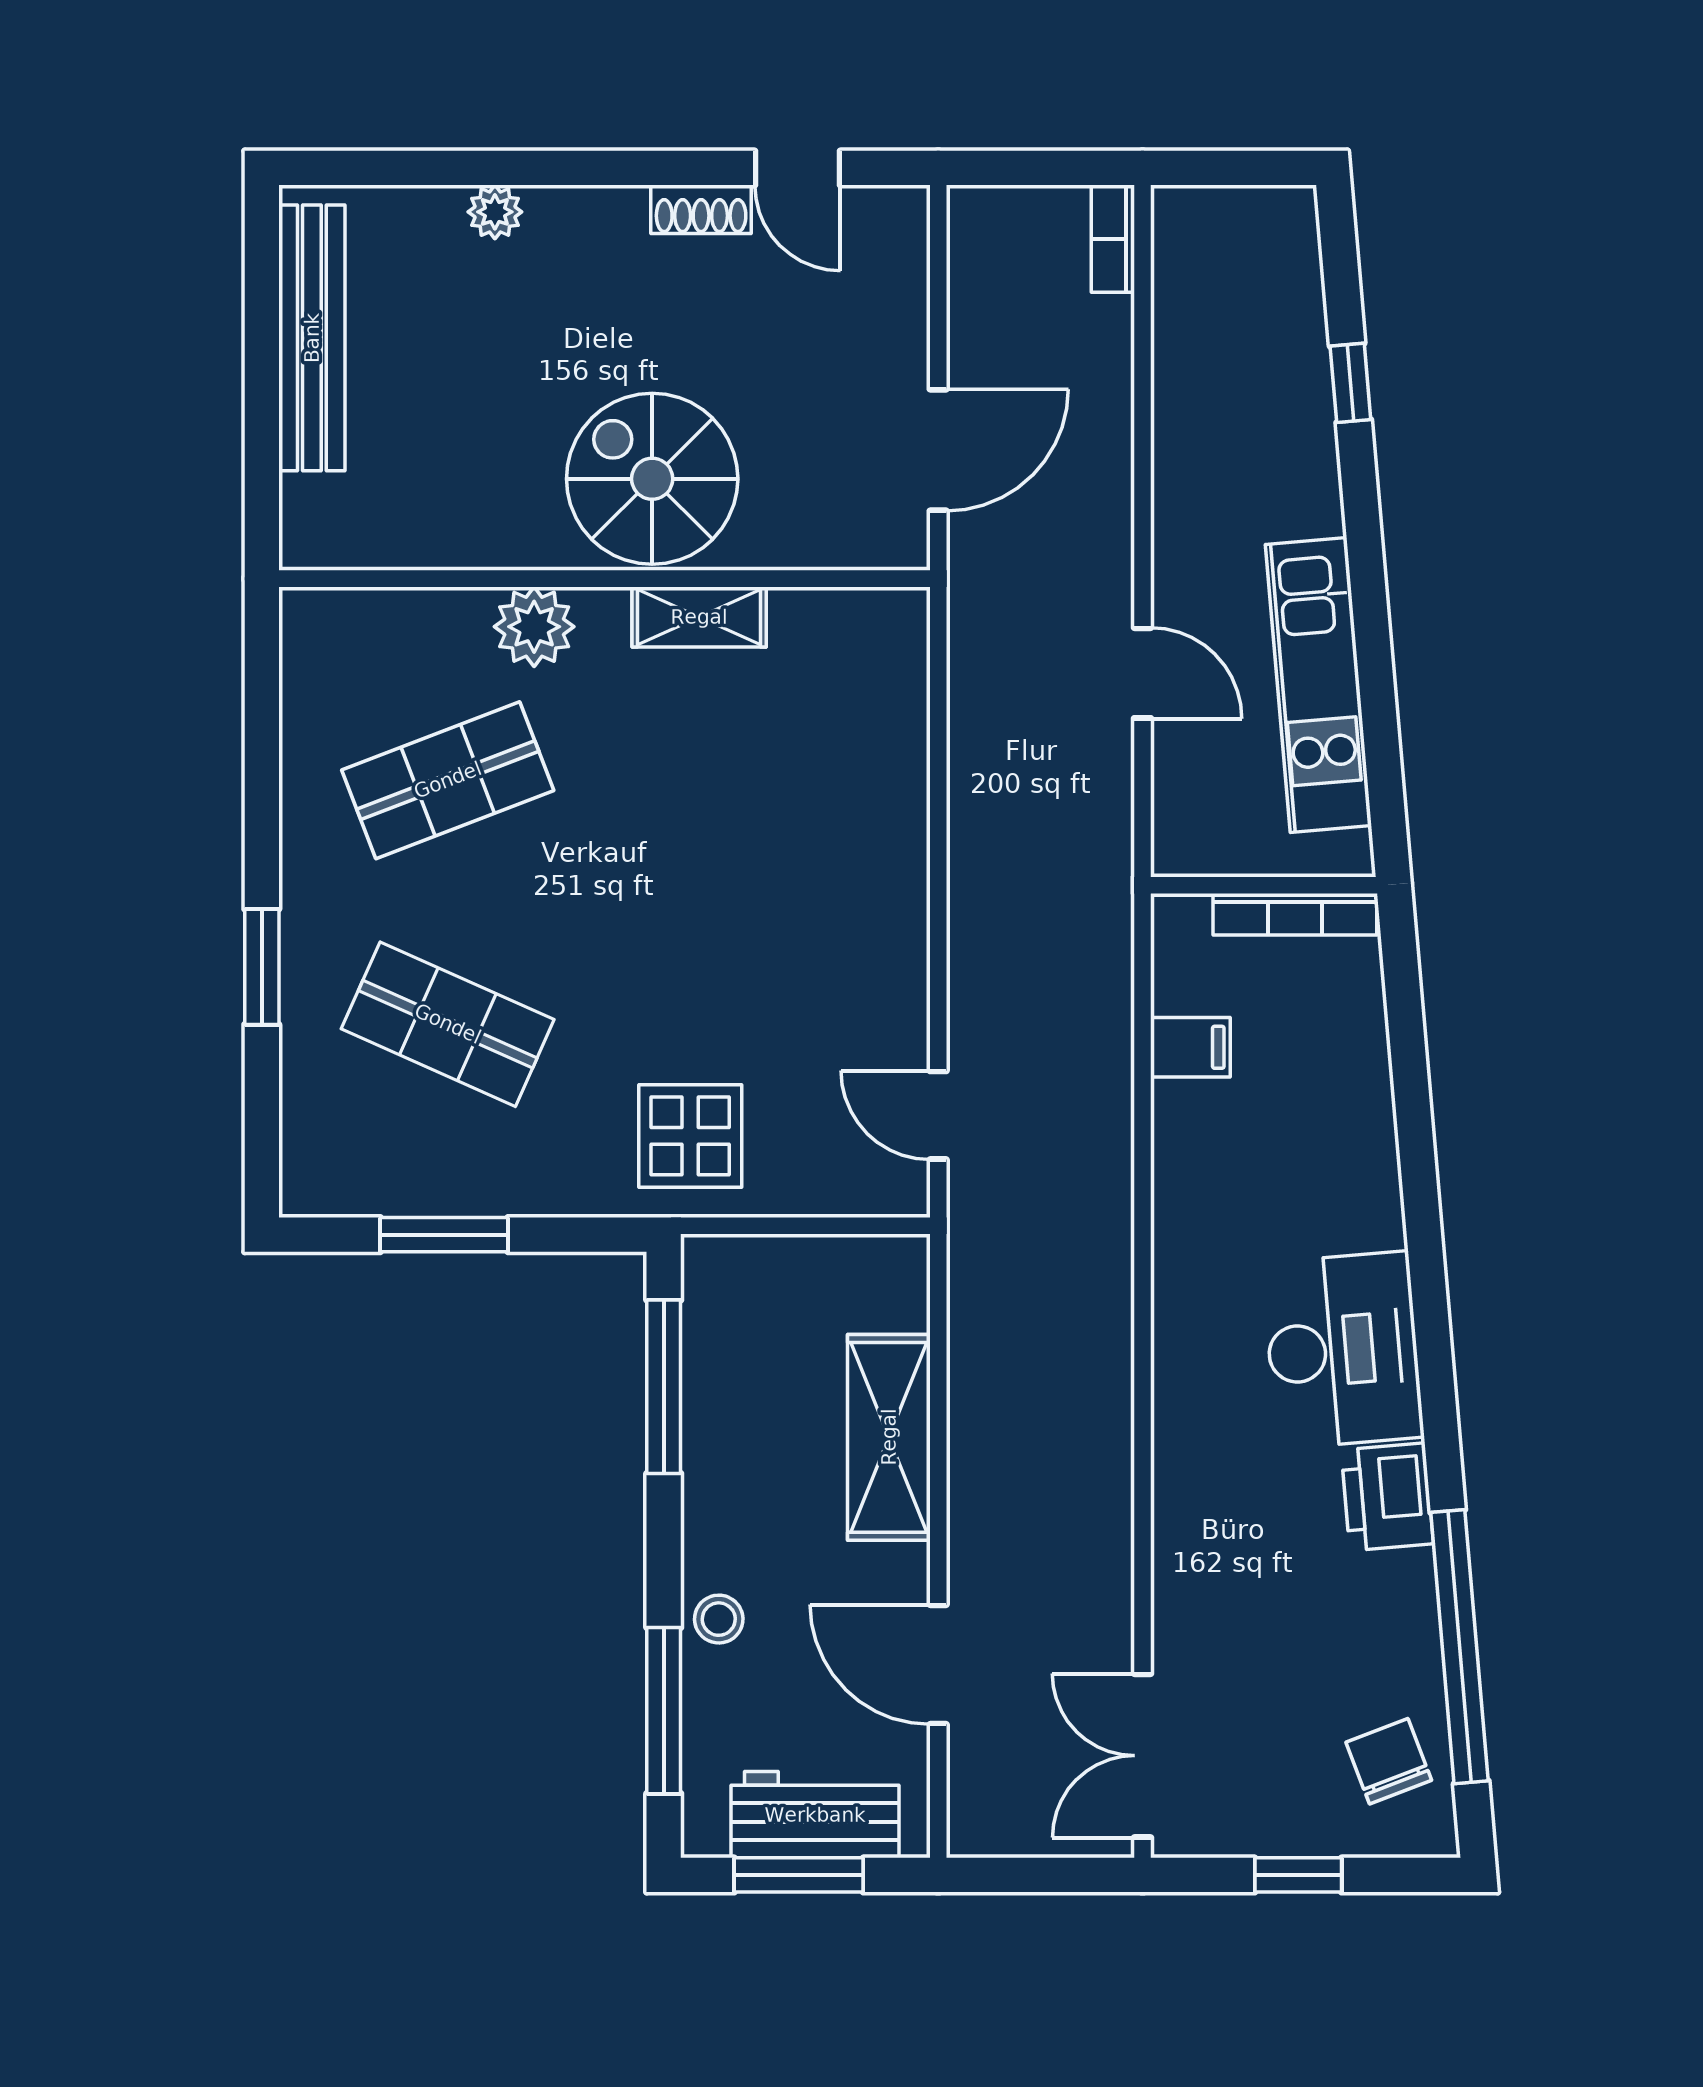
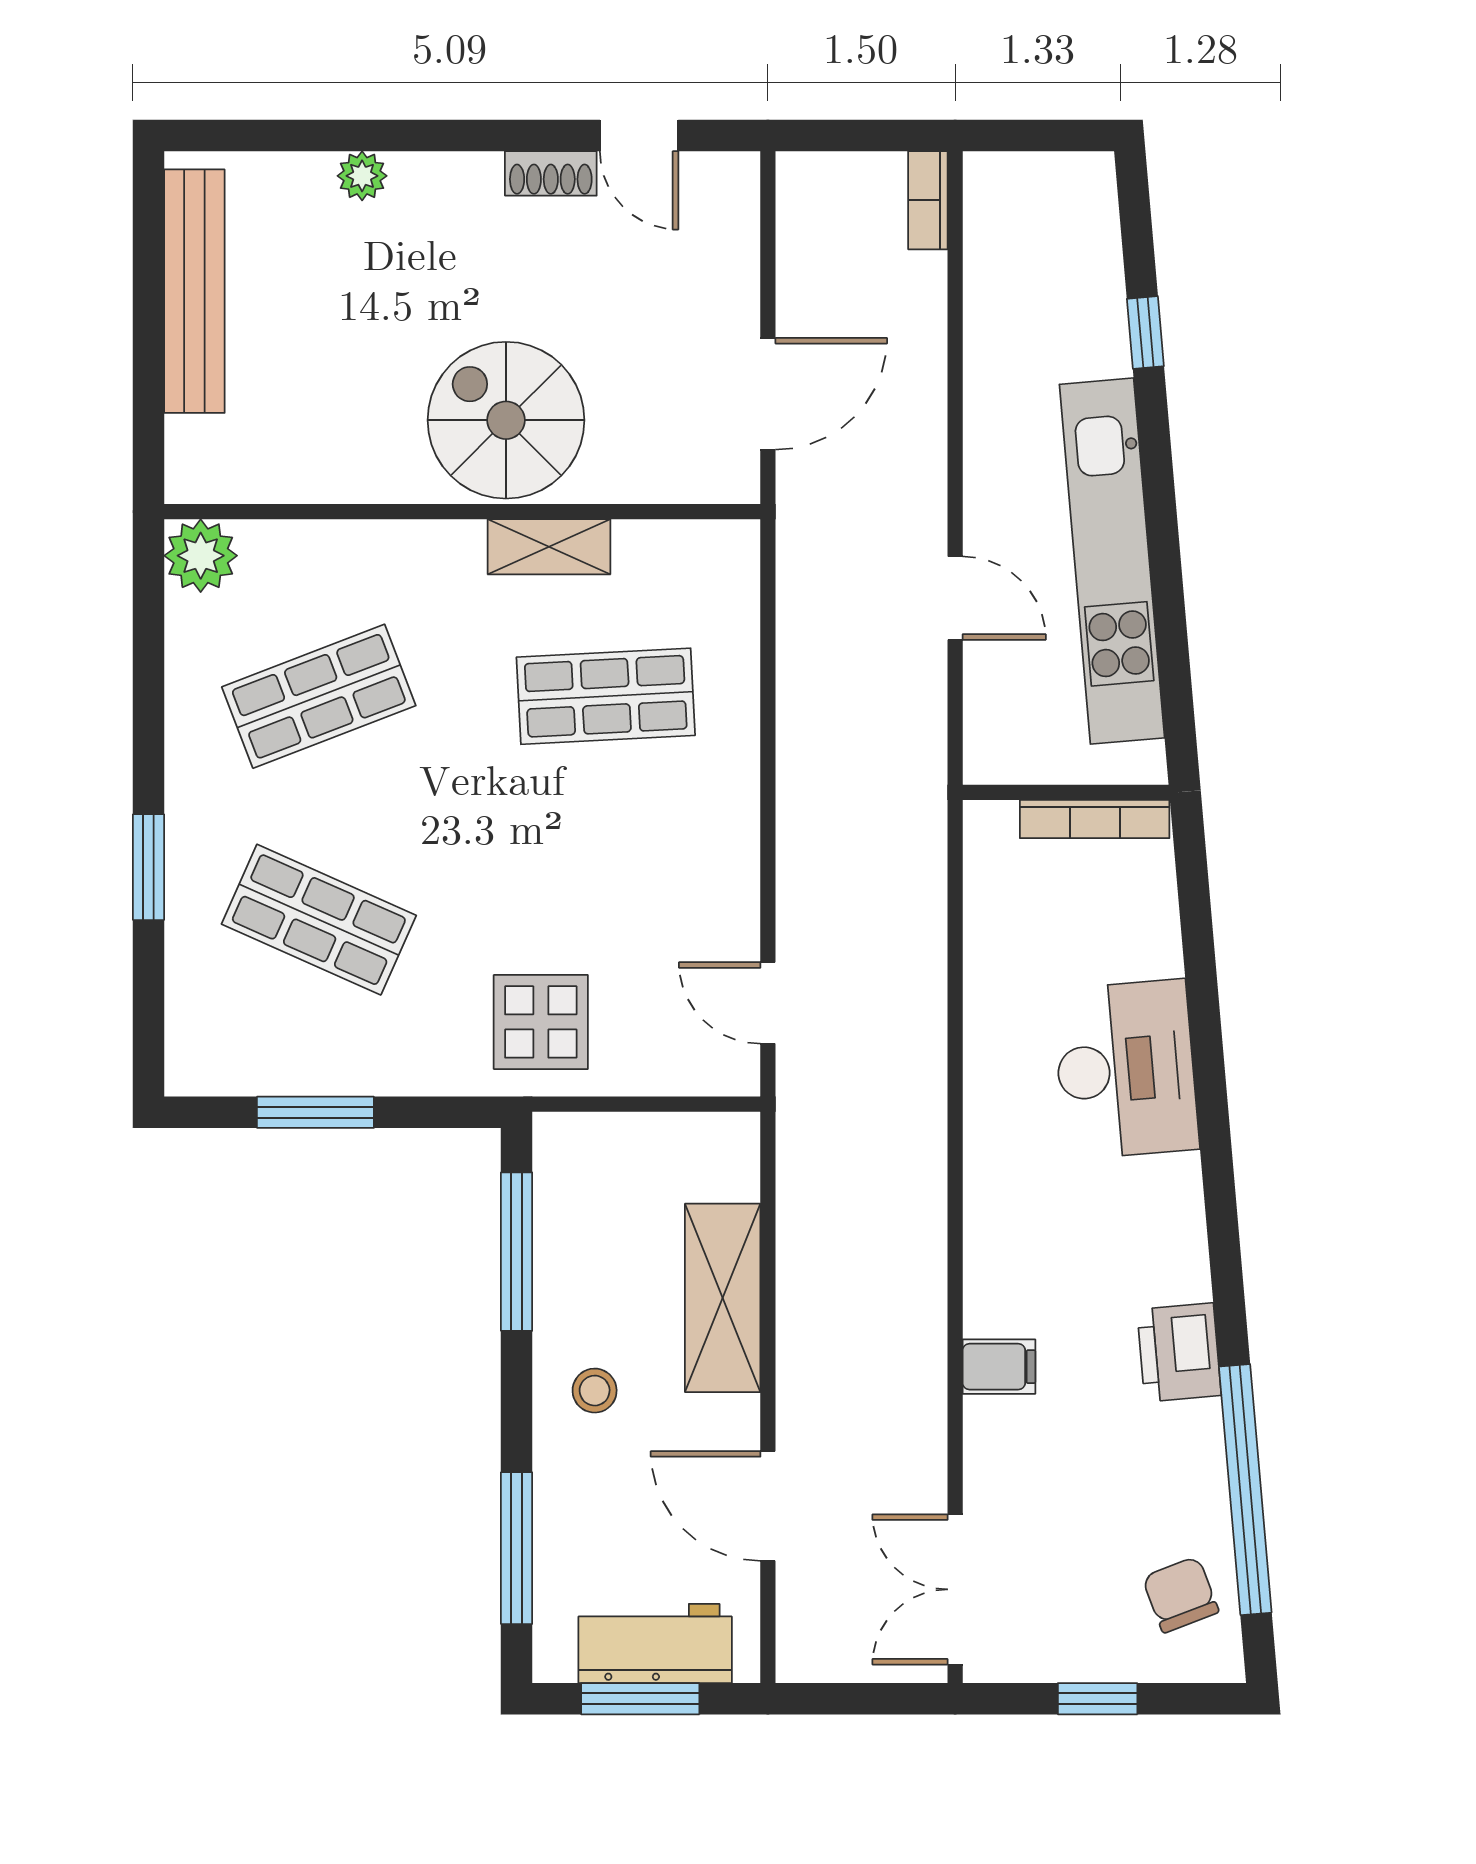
plant: (534, 627) -> (201, 556), moved
kitchen unit: (1318, 685) -> (1112, 561), width x1.36
shop shelf: (761, 780) -> (606, 696), added
filing cabinet: (1190, 1047) -> (999, 1367), moved
desk: (1343, 1350) -> (1126, 1069), moved
stool: (719, 1619) -> (595, 1391), moved

